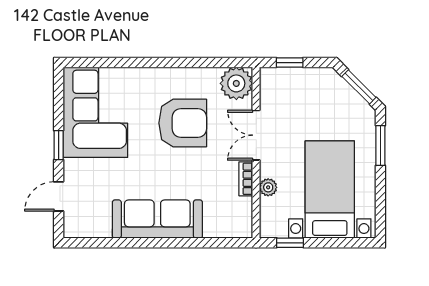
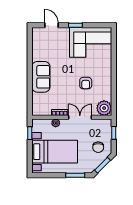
chair: (320, 96) -> (98, 147), added
armchair: (183, 123) -> (86, 83), width x0.53, depth x0.53
sofa: (157, 219) -> (41, 77), width x0.73

